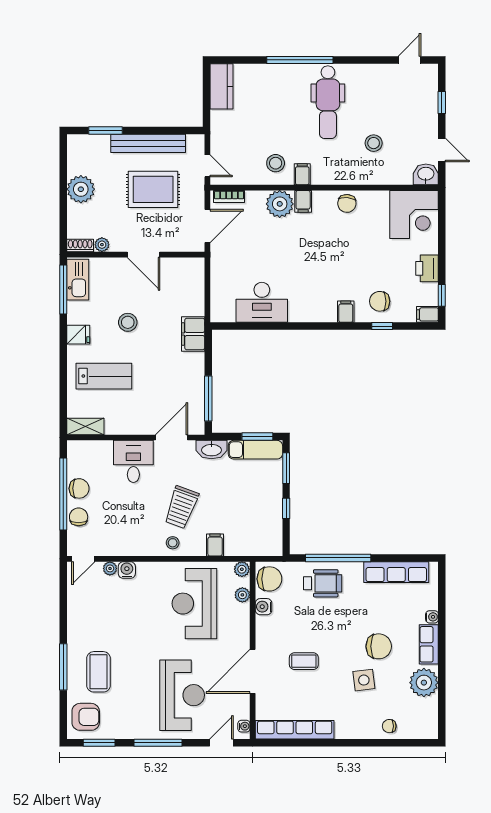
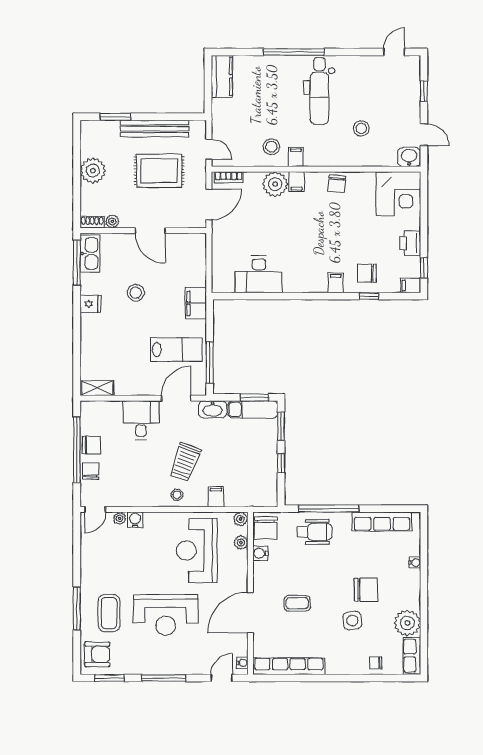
lab bench: (104, 376) -> (176, 350), moved
chair: (269, 579) -> (266, 528), turned 90
row of seats: (429, 644) -> (412, 656), moved
reception desk: (182, 695) -> (166, 615), moved, turned 90

